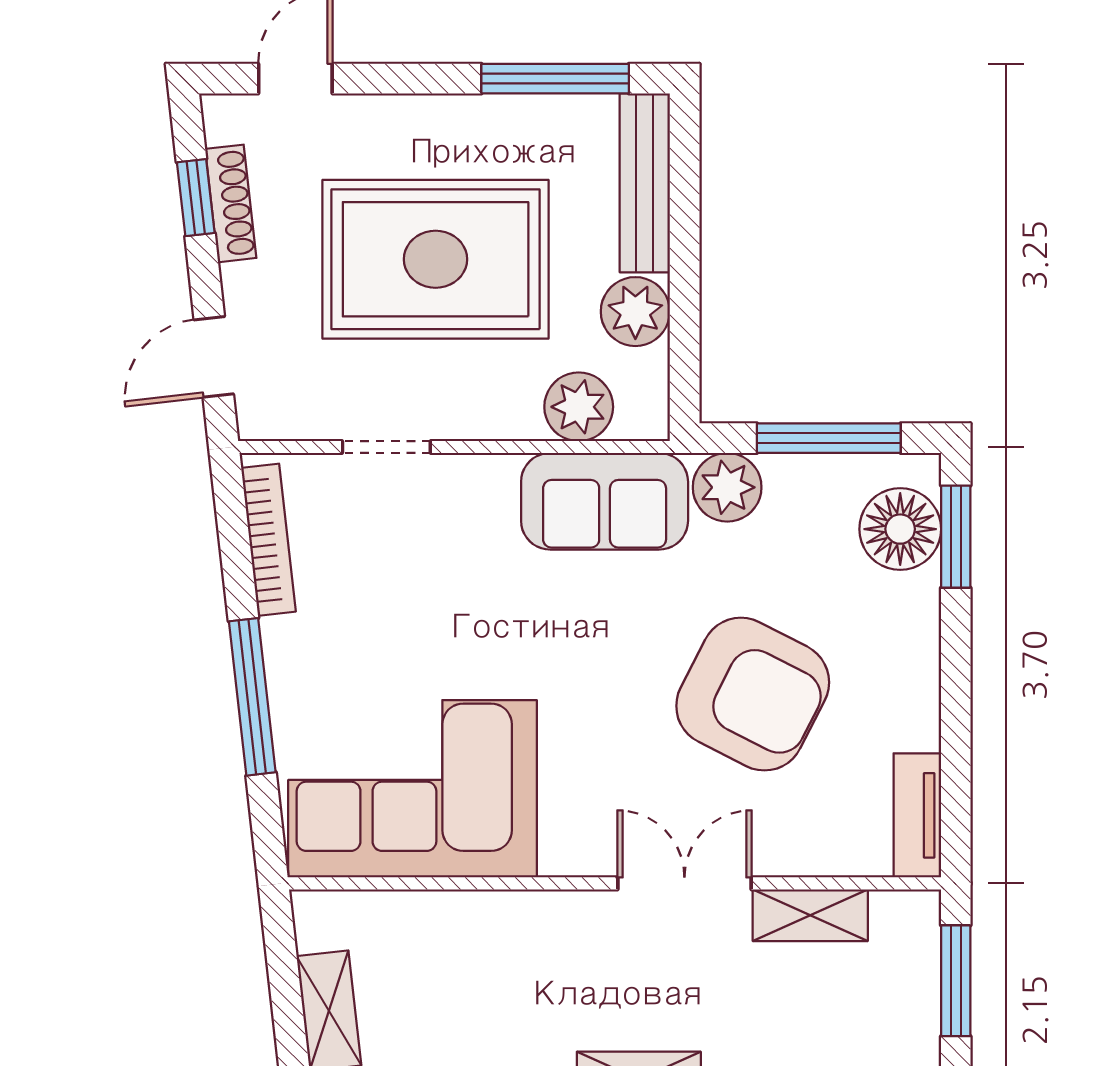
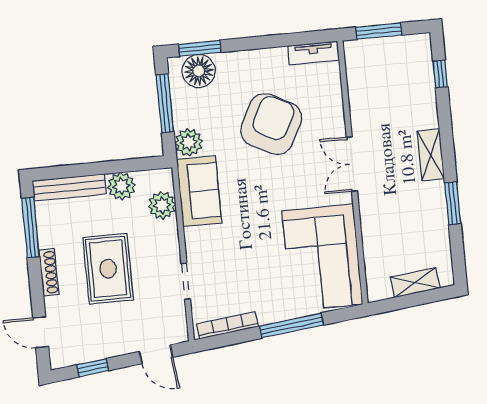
shoe rack: (231, 203) -> (49, 272), moved, turned 96
rug: (436, 259) -> (108, 269), width x0.73, depth x0.69
double door: (684, 883) -> (352, 164), moved
shelving: (810, 915) -> (358, 92), removed

